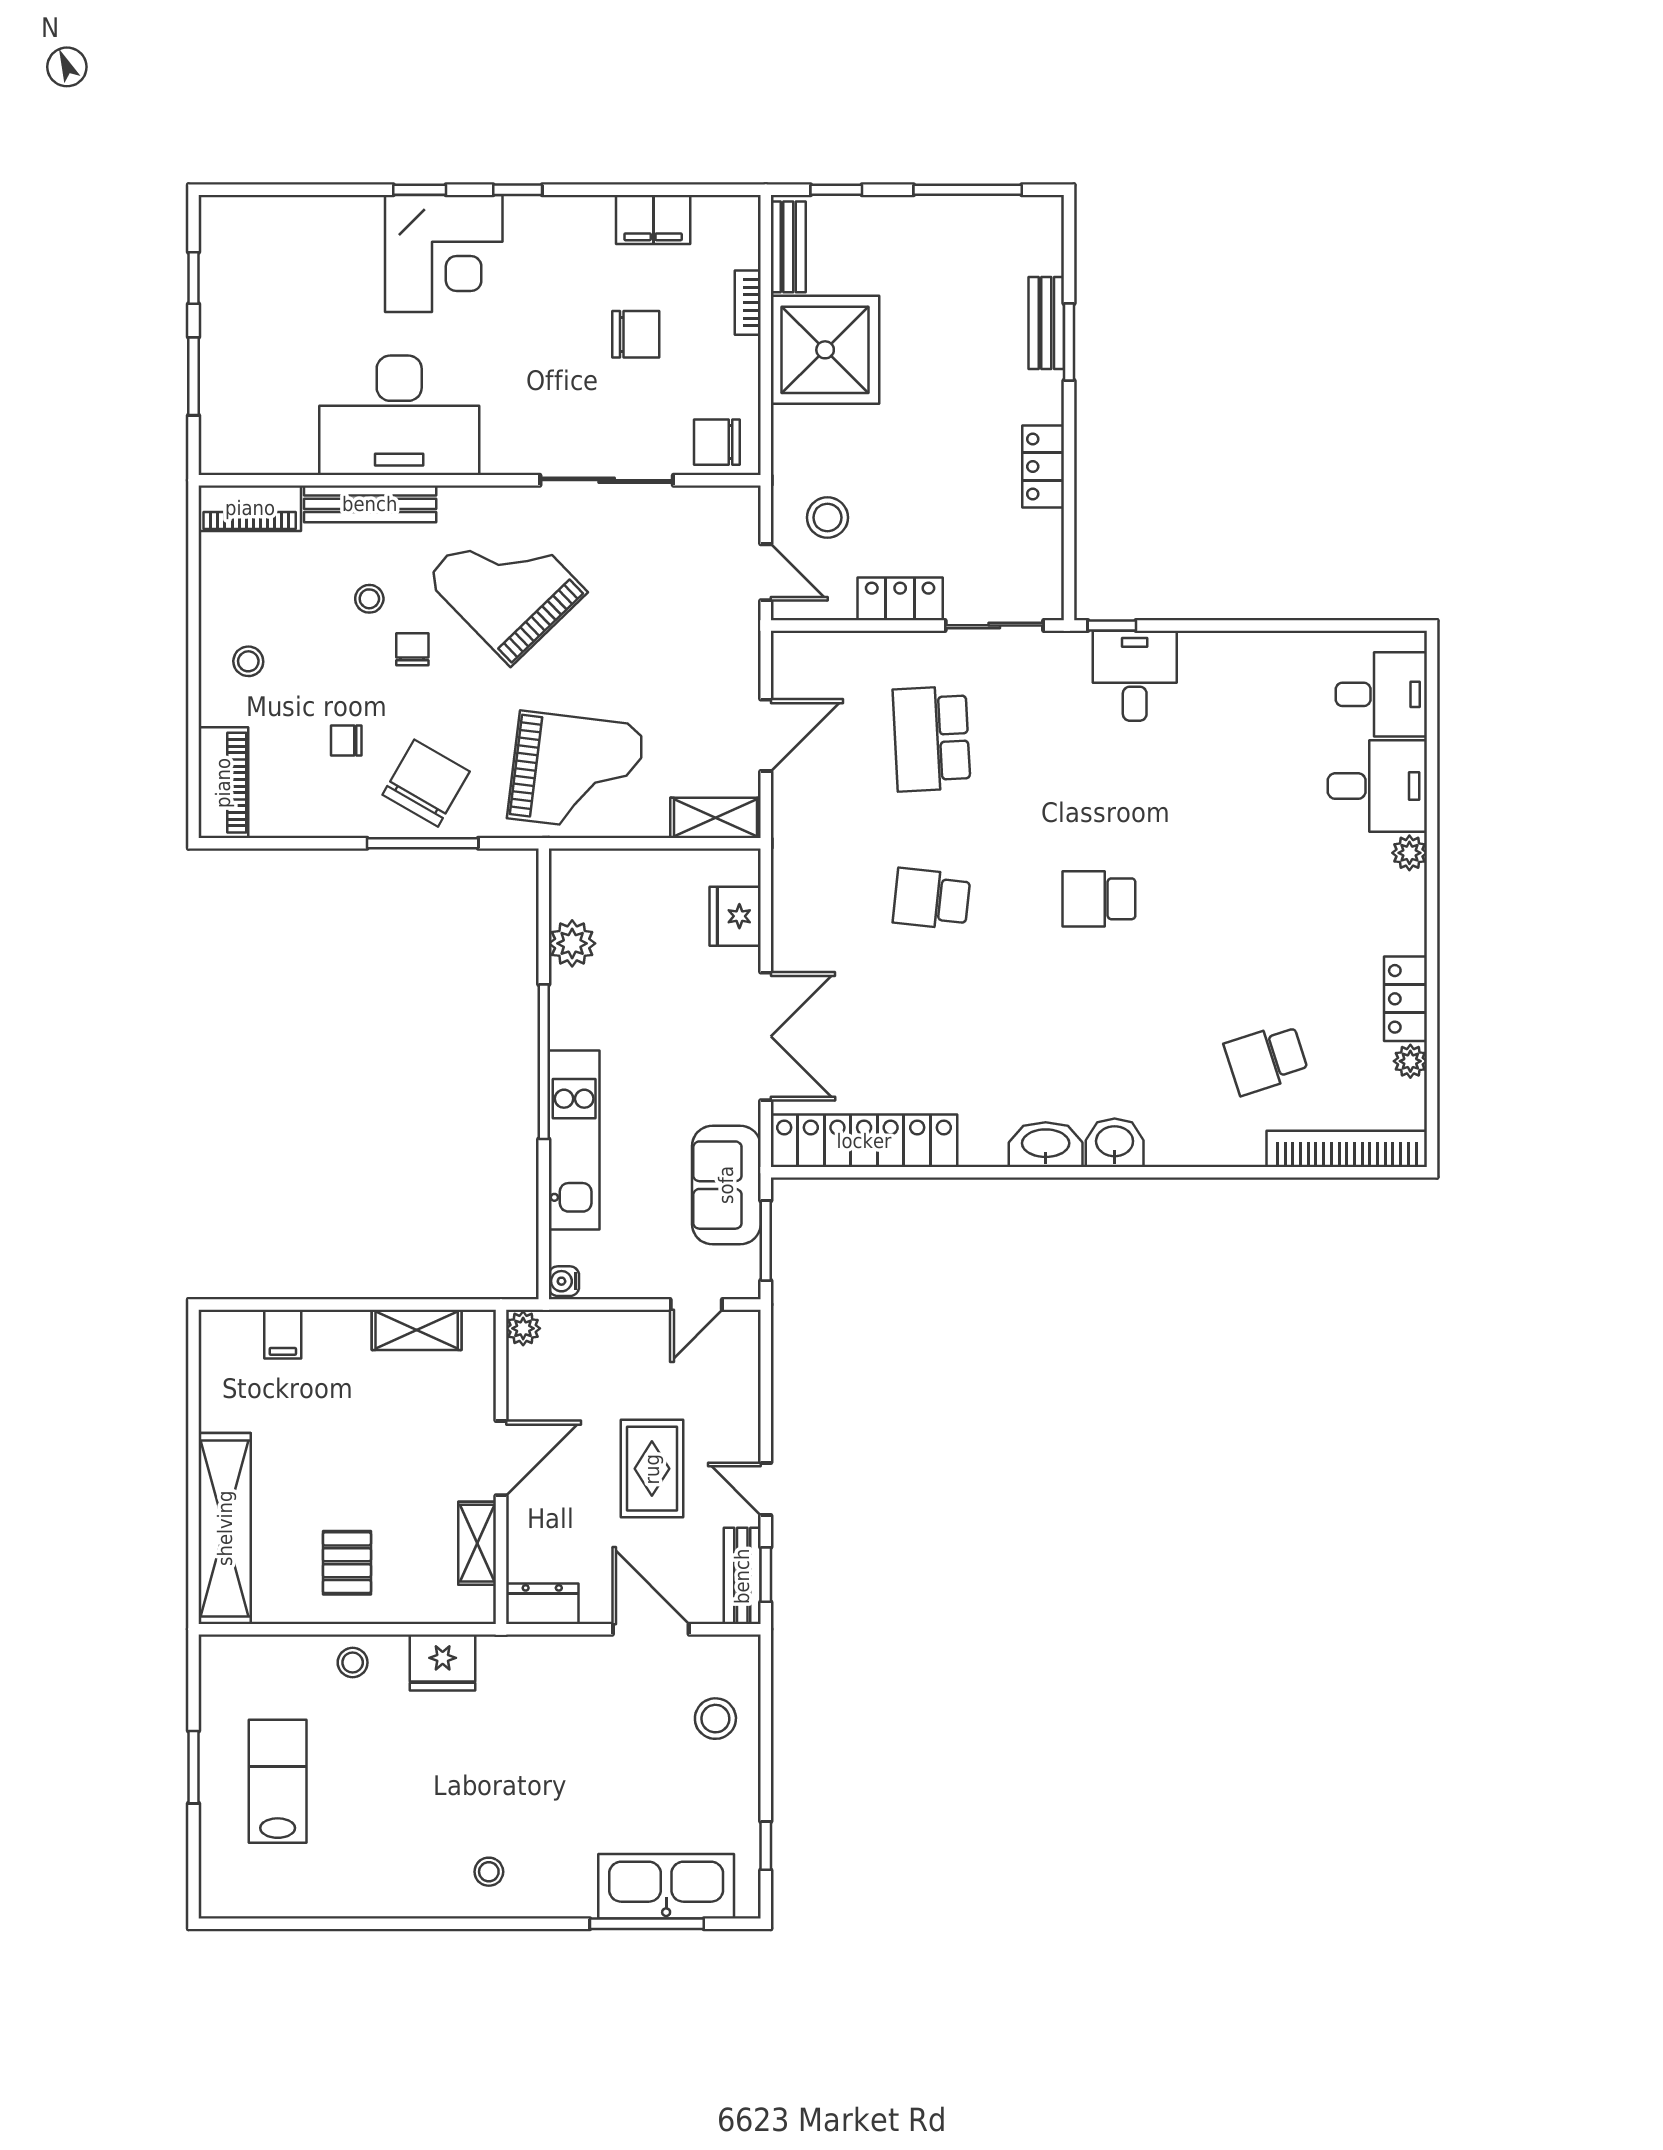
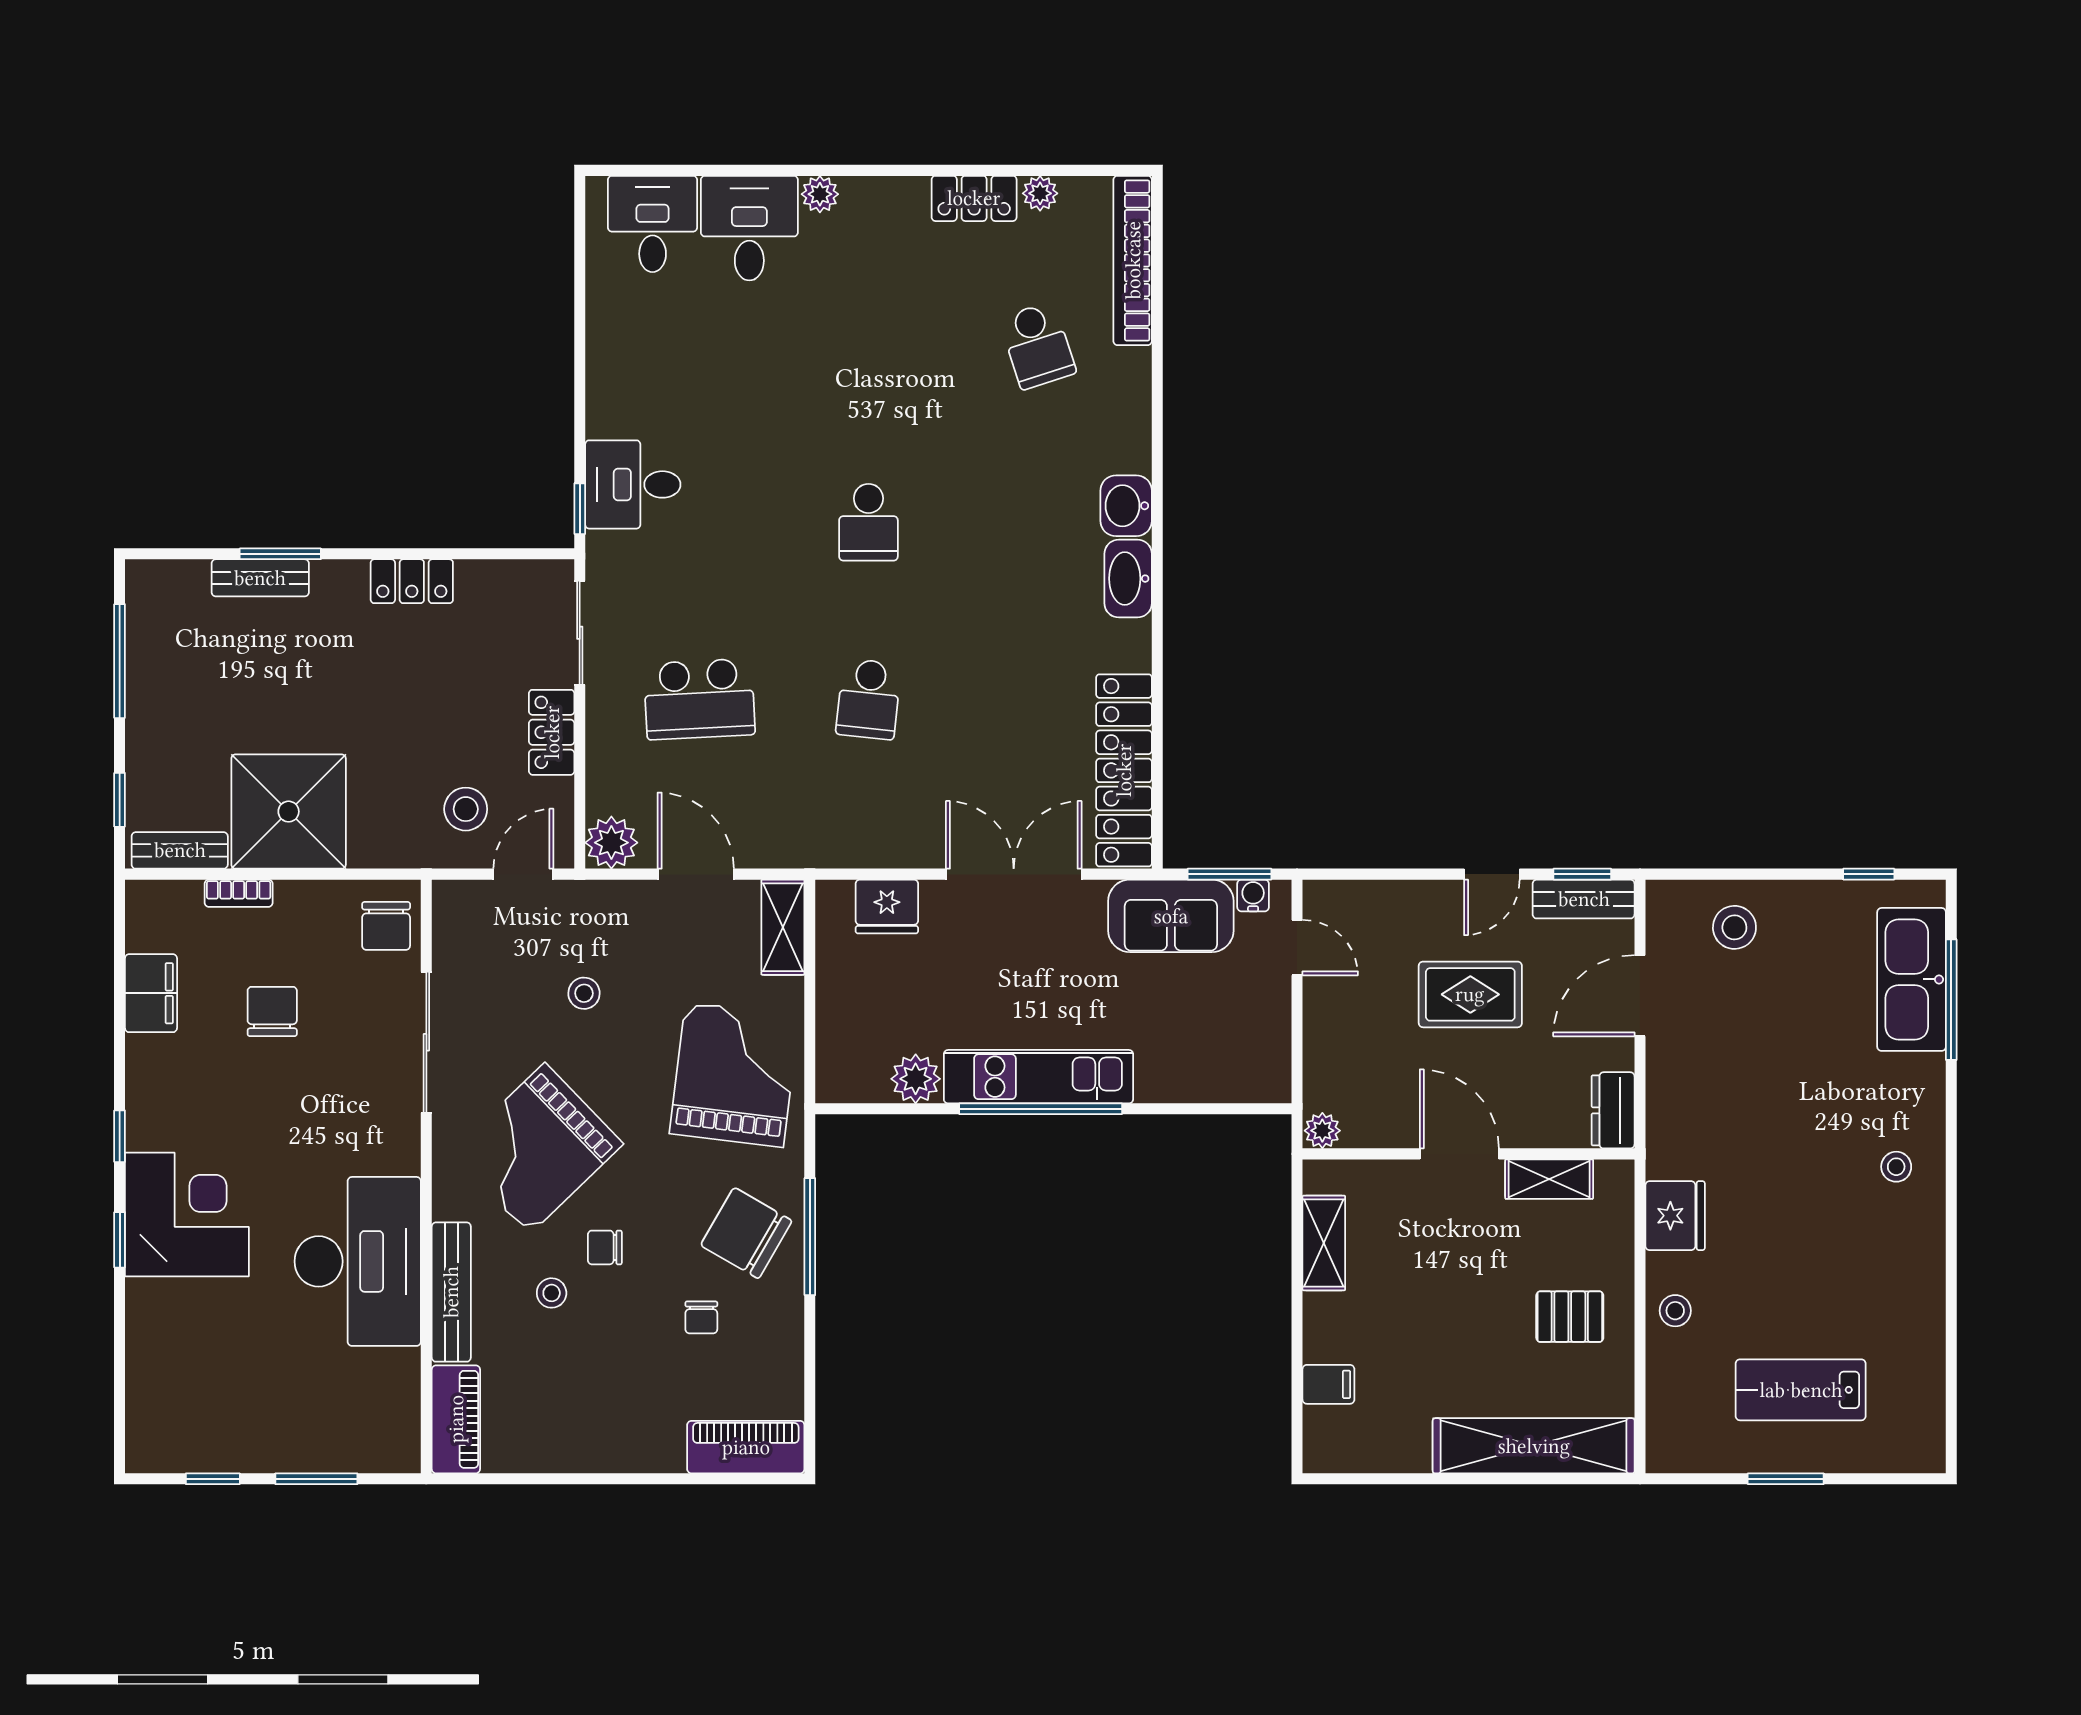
plant: (796, 655) -> (611, 843), added
stool: (248, 661) -> (584, 993), moved
kitchen unit: (574, 1140) -> (1038, 1077), moved
water cooler: (564, 1281) -> (1253, 895), moved, turned 180

